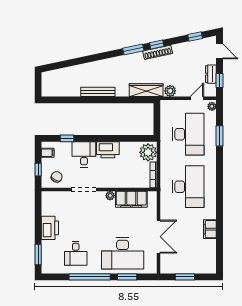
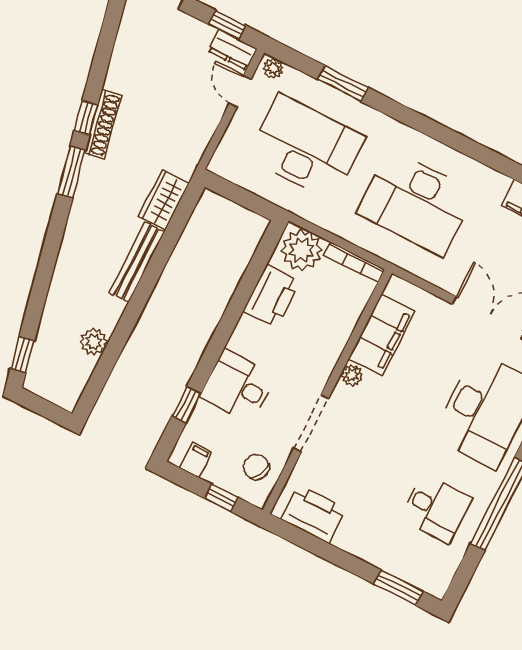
window: (195, 37) -> (23, 355), moved
dresser: (211, 74) -> (232, 50), moved
wardrobe: (146, 90) -> (164, 200), width x0.67
plant: (170, 91) -> (94, 342), moved
bench: (98, 92) -> (137, 262), moved
printer: (108, 150) -> (272, 296), moved
desk: (188, 187) -> (416, 203), turned 180
printer: (50, 228) -> (314, 514), moved

